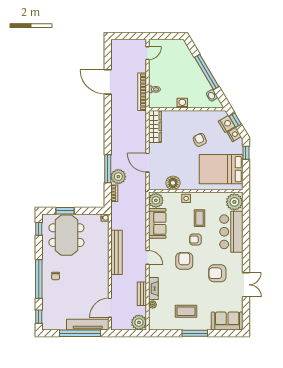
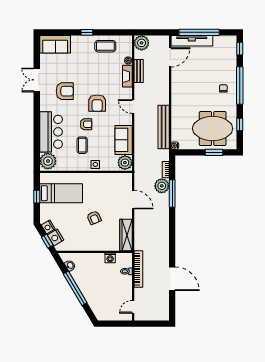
washing machine: (182, 103) -> (110, 258), moved
armchair: (200, 140) -> (94, 218), moved
window: (246, 153) -> (37, 197), moved
bed: (221, 169) -> (61, 193), width x0.67
floor lamp: (173, 183) -> (108, 180), removed
window: (39, 229) -> (240, 125), moved
meeting table: (66, 235) -> (213, 129), turned 90
bench: (116, 252) -> (164, 127), moved
coffee table: (186, 311) -> (105, 46), moved
window: (195, 333) -> (87, 32), width x0.46

